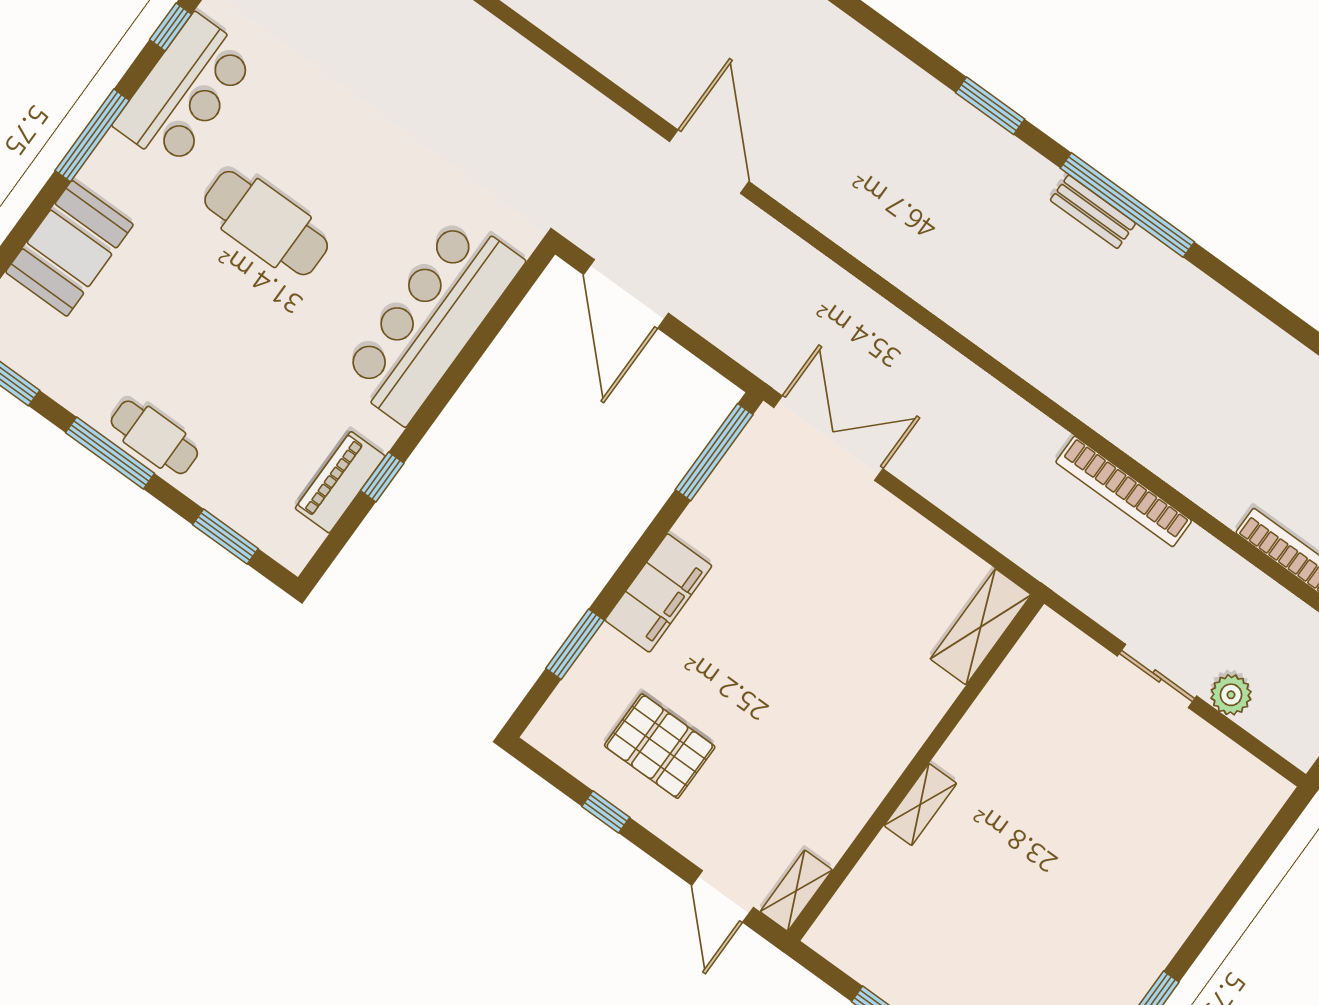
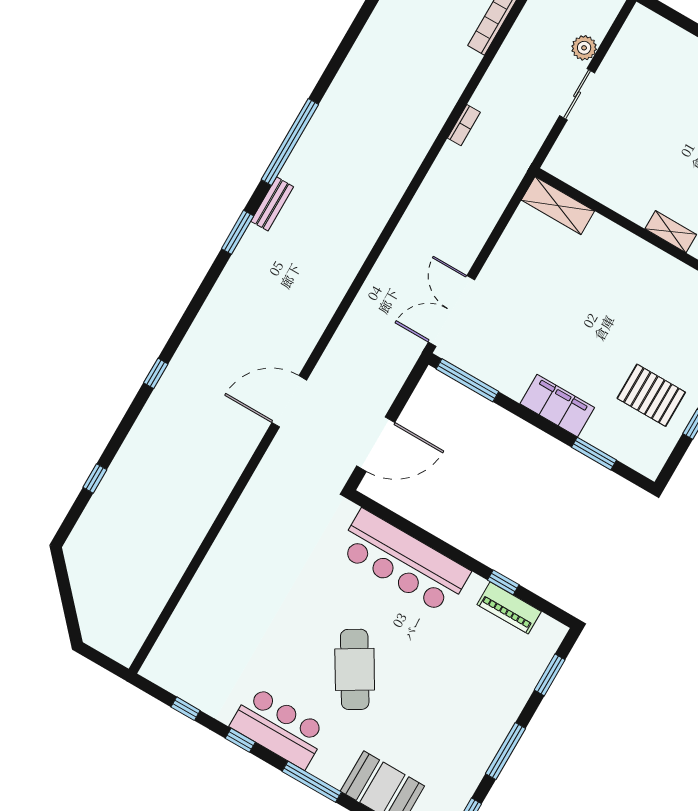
bench: (1093, 212) -> (272, 204), moved
cafe table: (266, 223) -> (355, 669), turned -31
cafe table: (154, 437) -> (493, 725), removed
bookcase: (1124, 491) -> (464, 125), width x0.43, depth x0.76
pallet: (660, 746) -> (651, 395), turned 90

